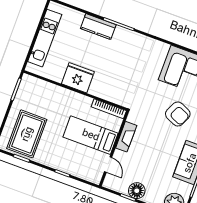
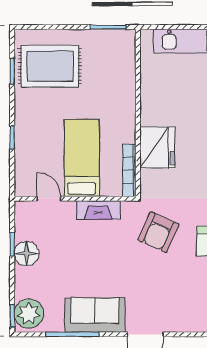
fridge: (78, 78) -> (157, 147), moved
armchair: (178, 114) -> (158, 232), moved
door: (108, 165) -> (49, 199), swing flipped

